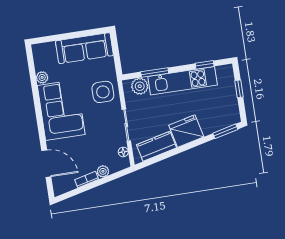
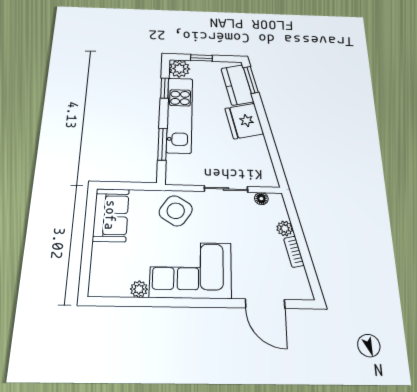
sofa: (84, 48) -> (111, 215), width x0.73
plant: (140, 86) -> (179, 69), moved
side table: (103, 92) -> (176, 211), turned 33
kitchen counter: (156, 146) -> (237, 85), moved
door: (46, 164) -> (265, 304), swing flipped

